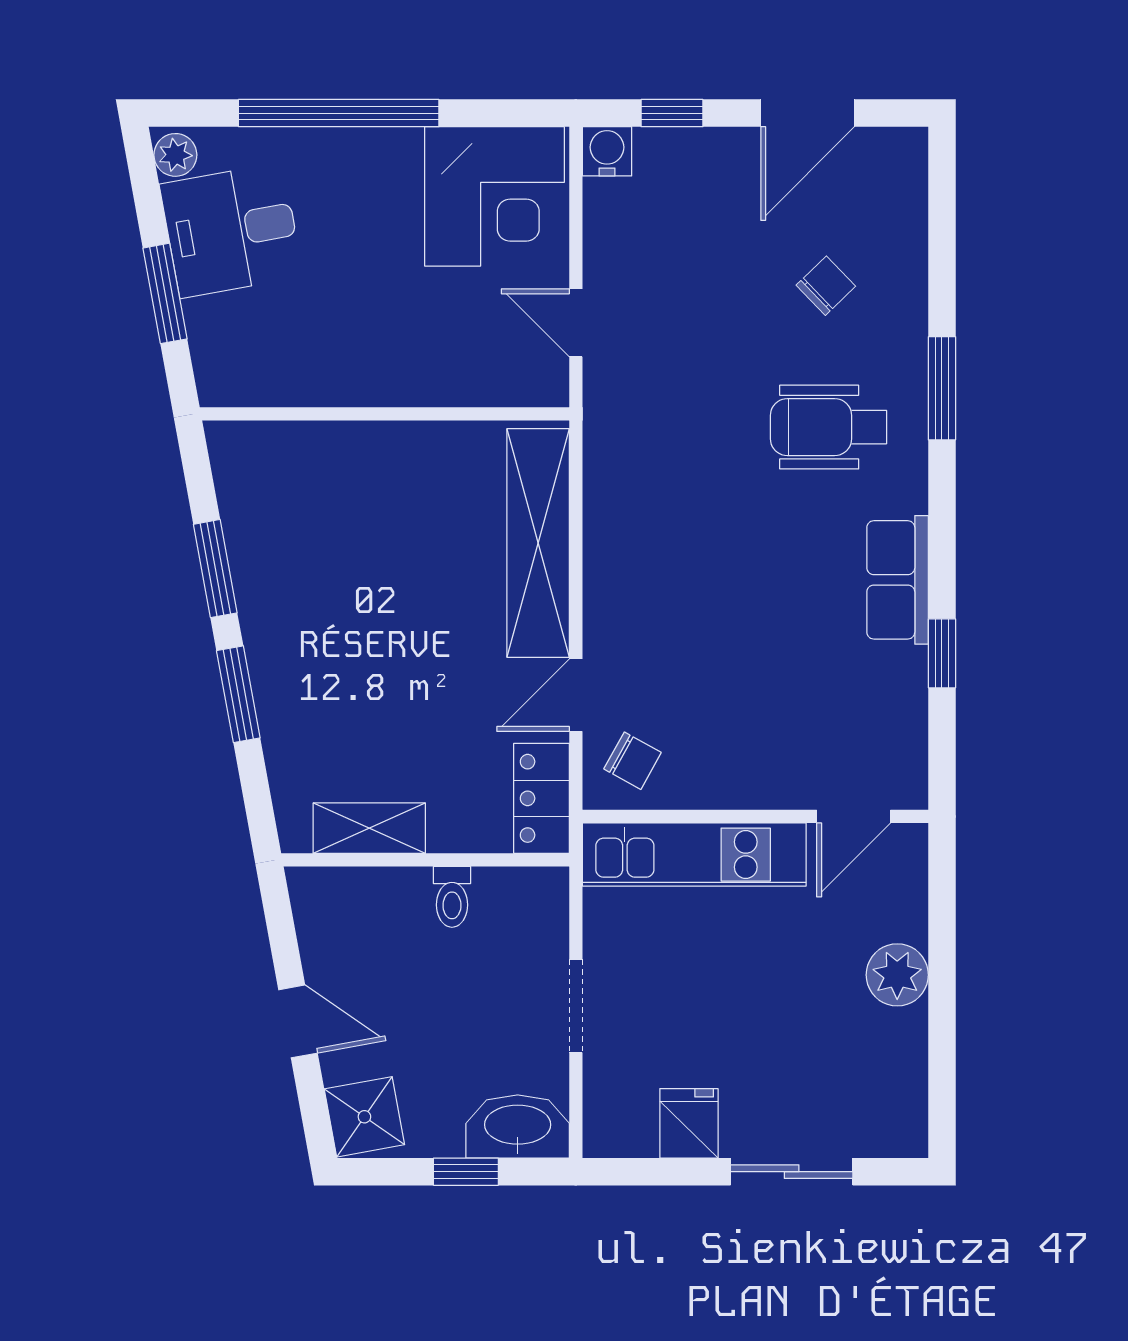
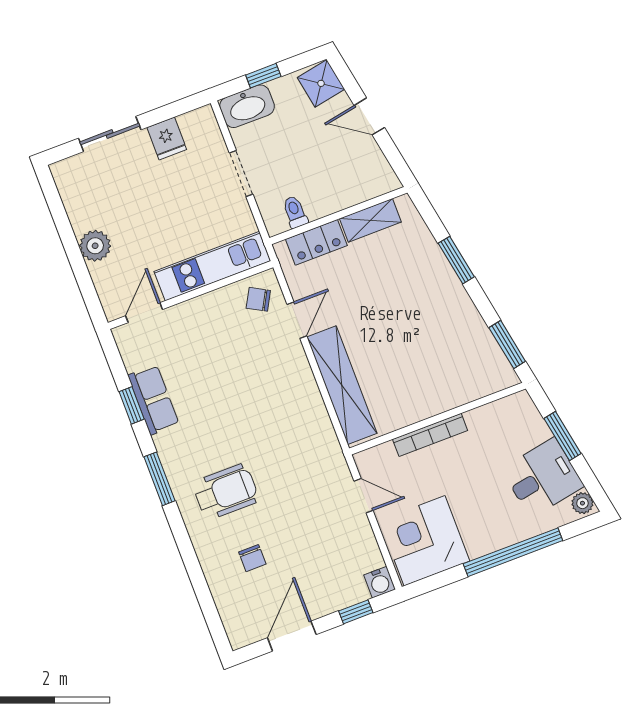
chair: (826, 286) -> (252, 558), turned -46
window: (942, 388) -> (160, 479), moved
bookcase: (410, 389) -> (430, 435), added
window: (215, 569) -> (507, 345), moved
row of seats: (898, 580) -> (153, 400), moved
locker: (541, 798) -> (316, 242), moved, turned 90
toilet: (452, 897) -> (295, 212), moved

